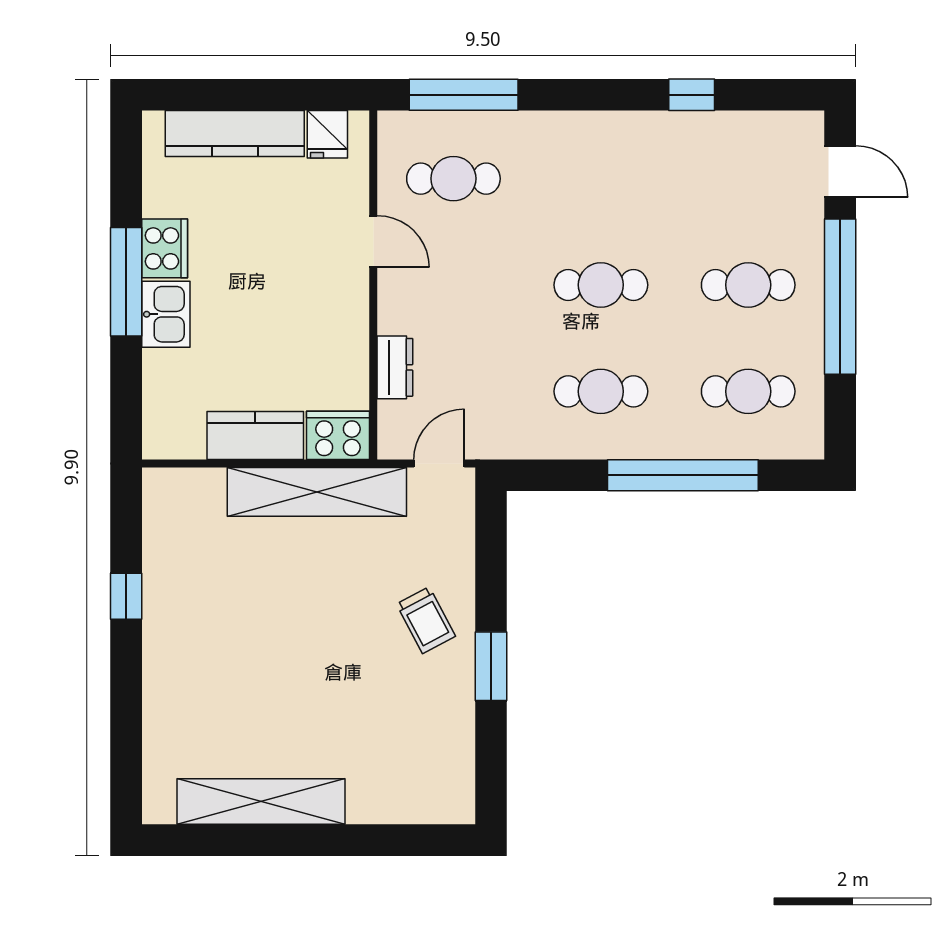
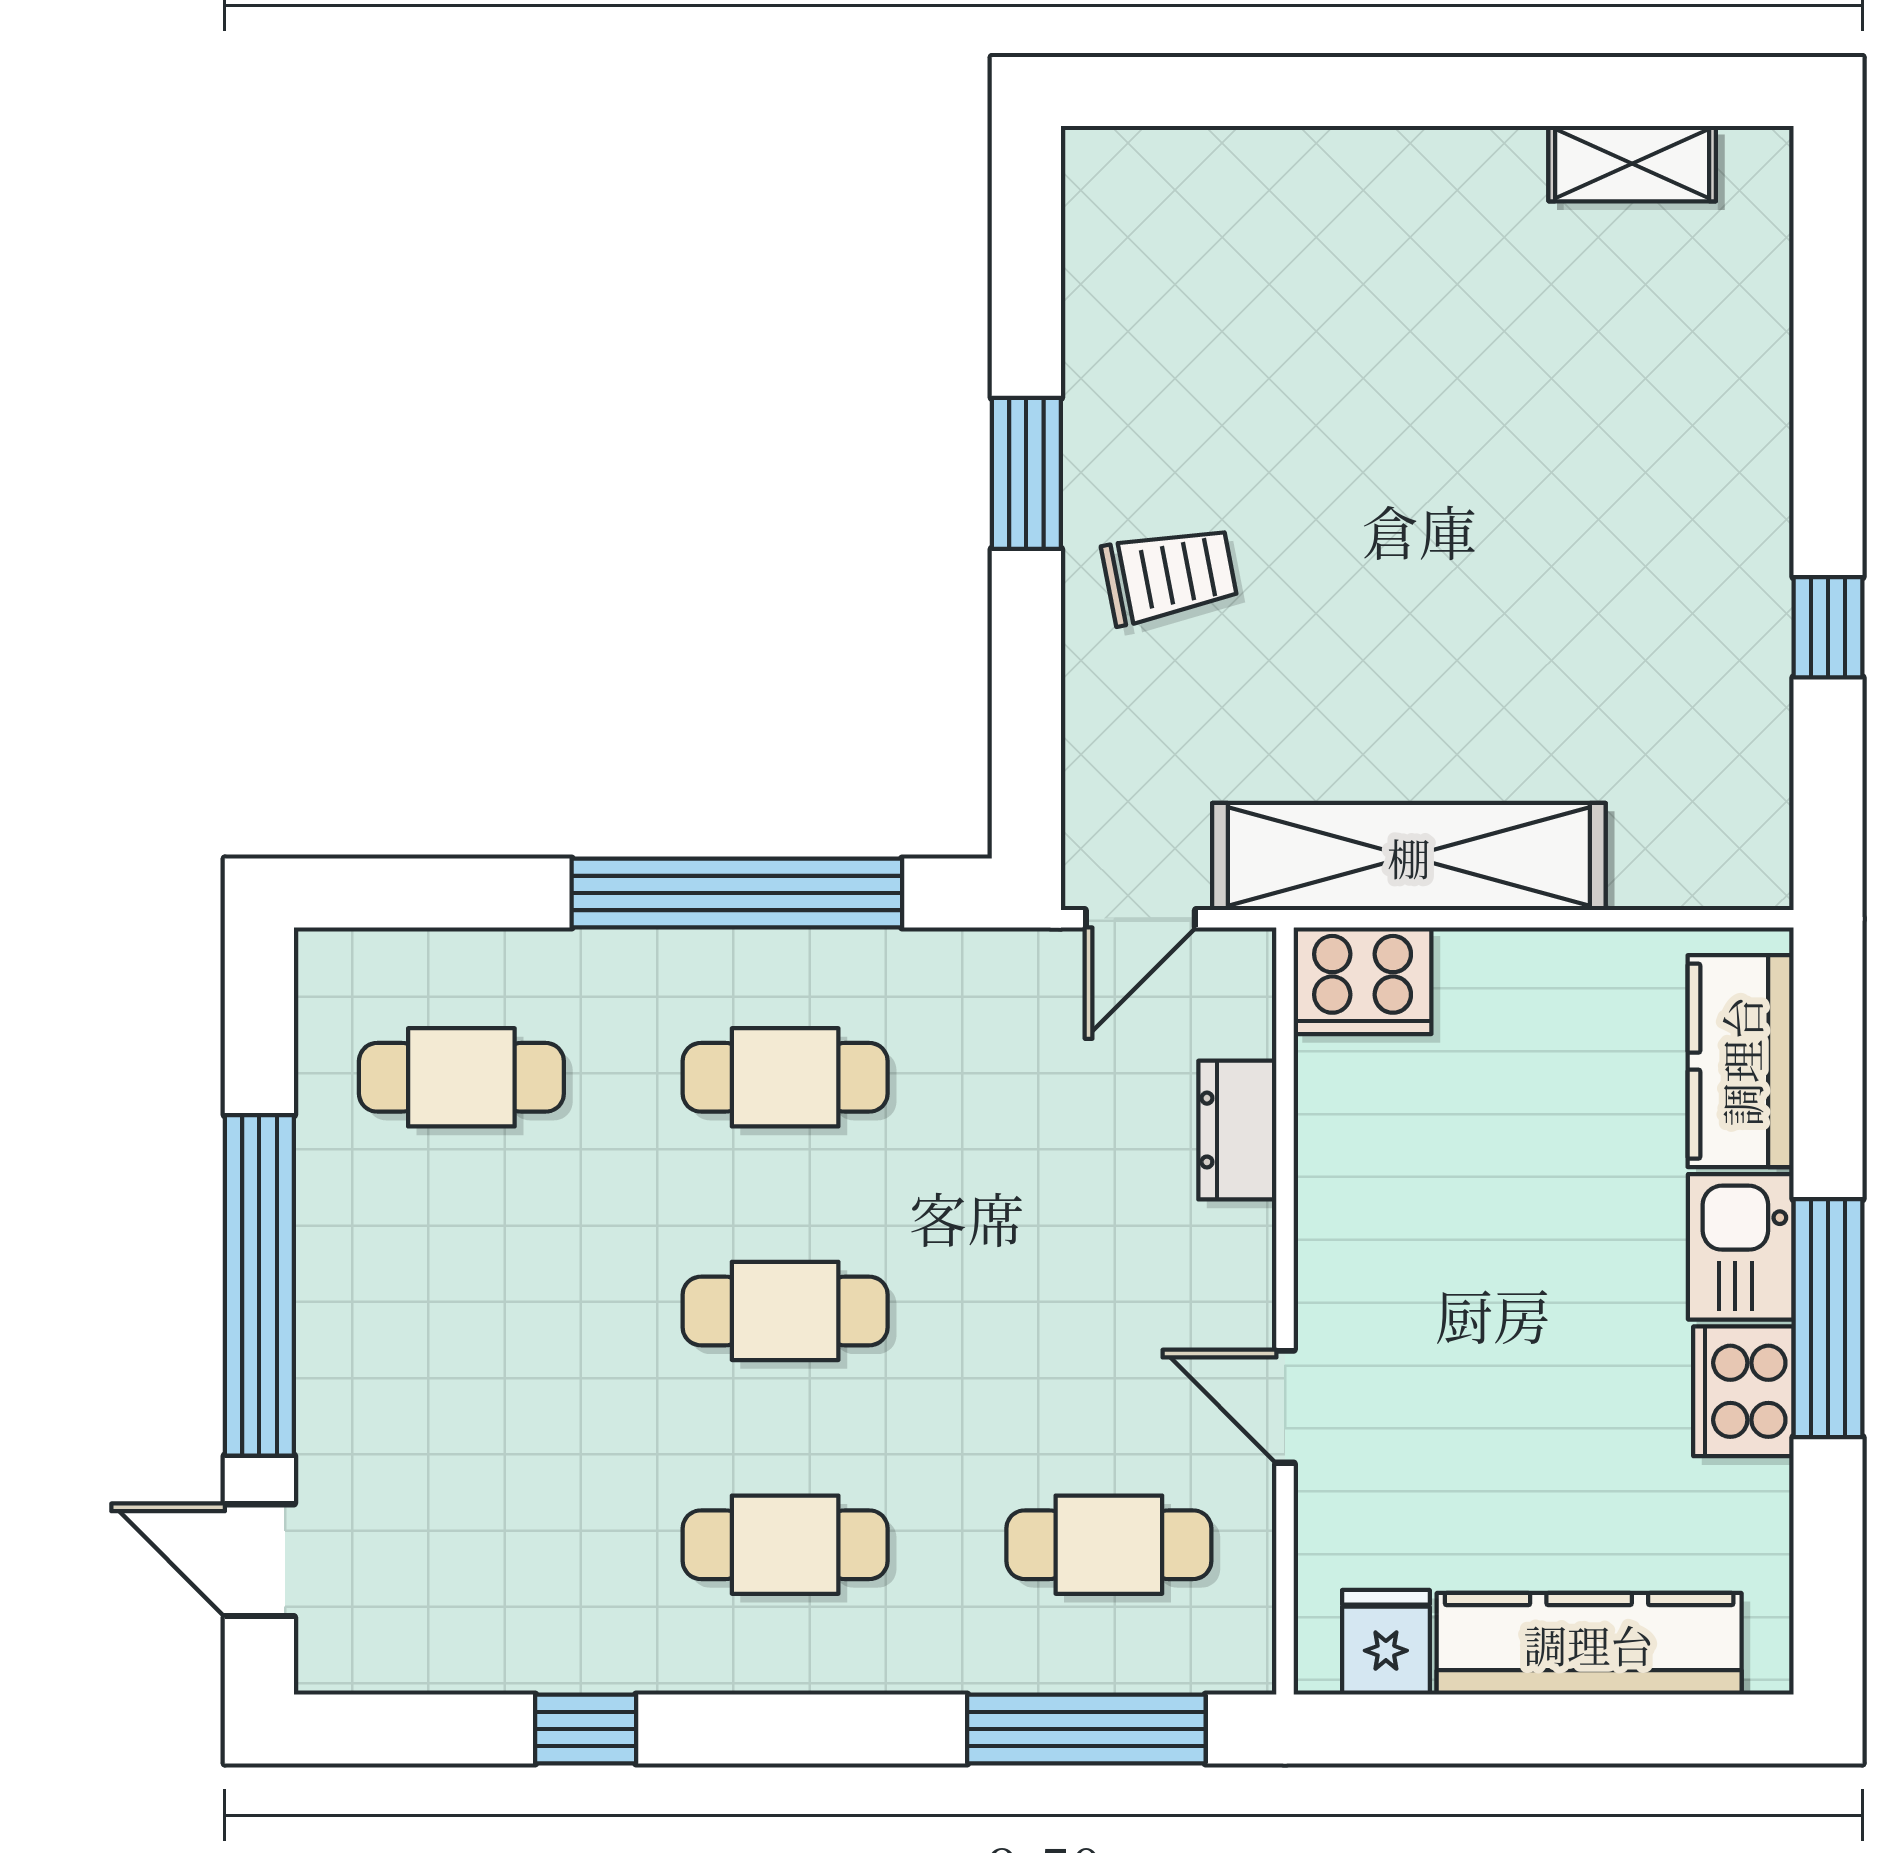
cafe table: (748, 285) -> (785, 1545), moved
kitchen counter: (255, 435) -> (1741, 1061), moved, turned 90
window: (683, 475) -> (737, 893), moved
trolley: (426, 620) -> (1170, 575), turned 107
shelving: (261, 802) -> (1632, 164), width x0.45, depth x0.75

